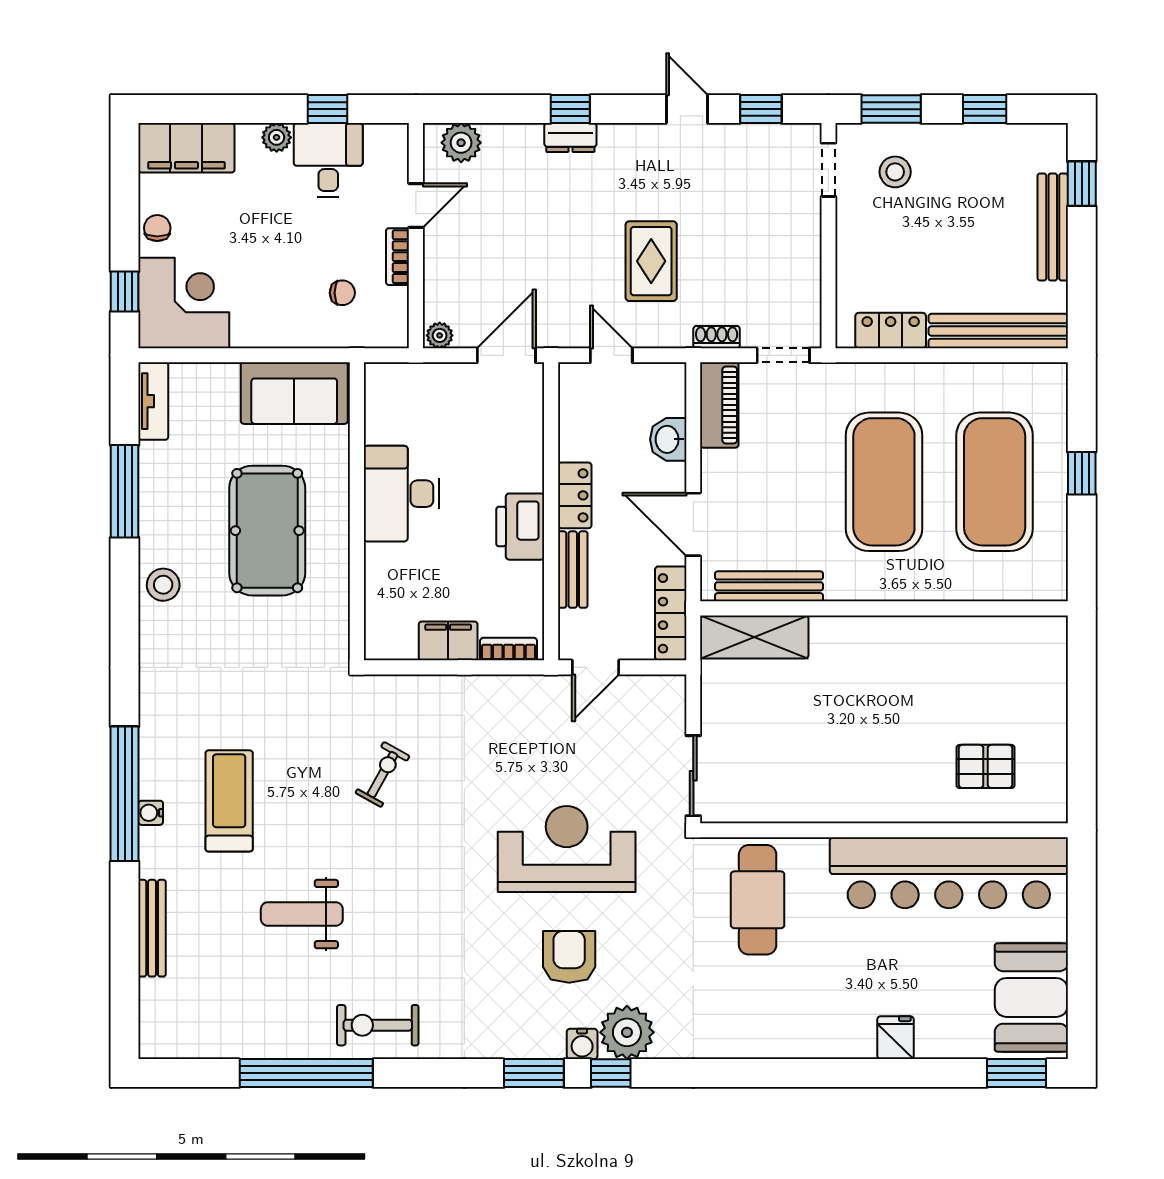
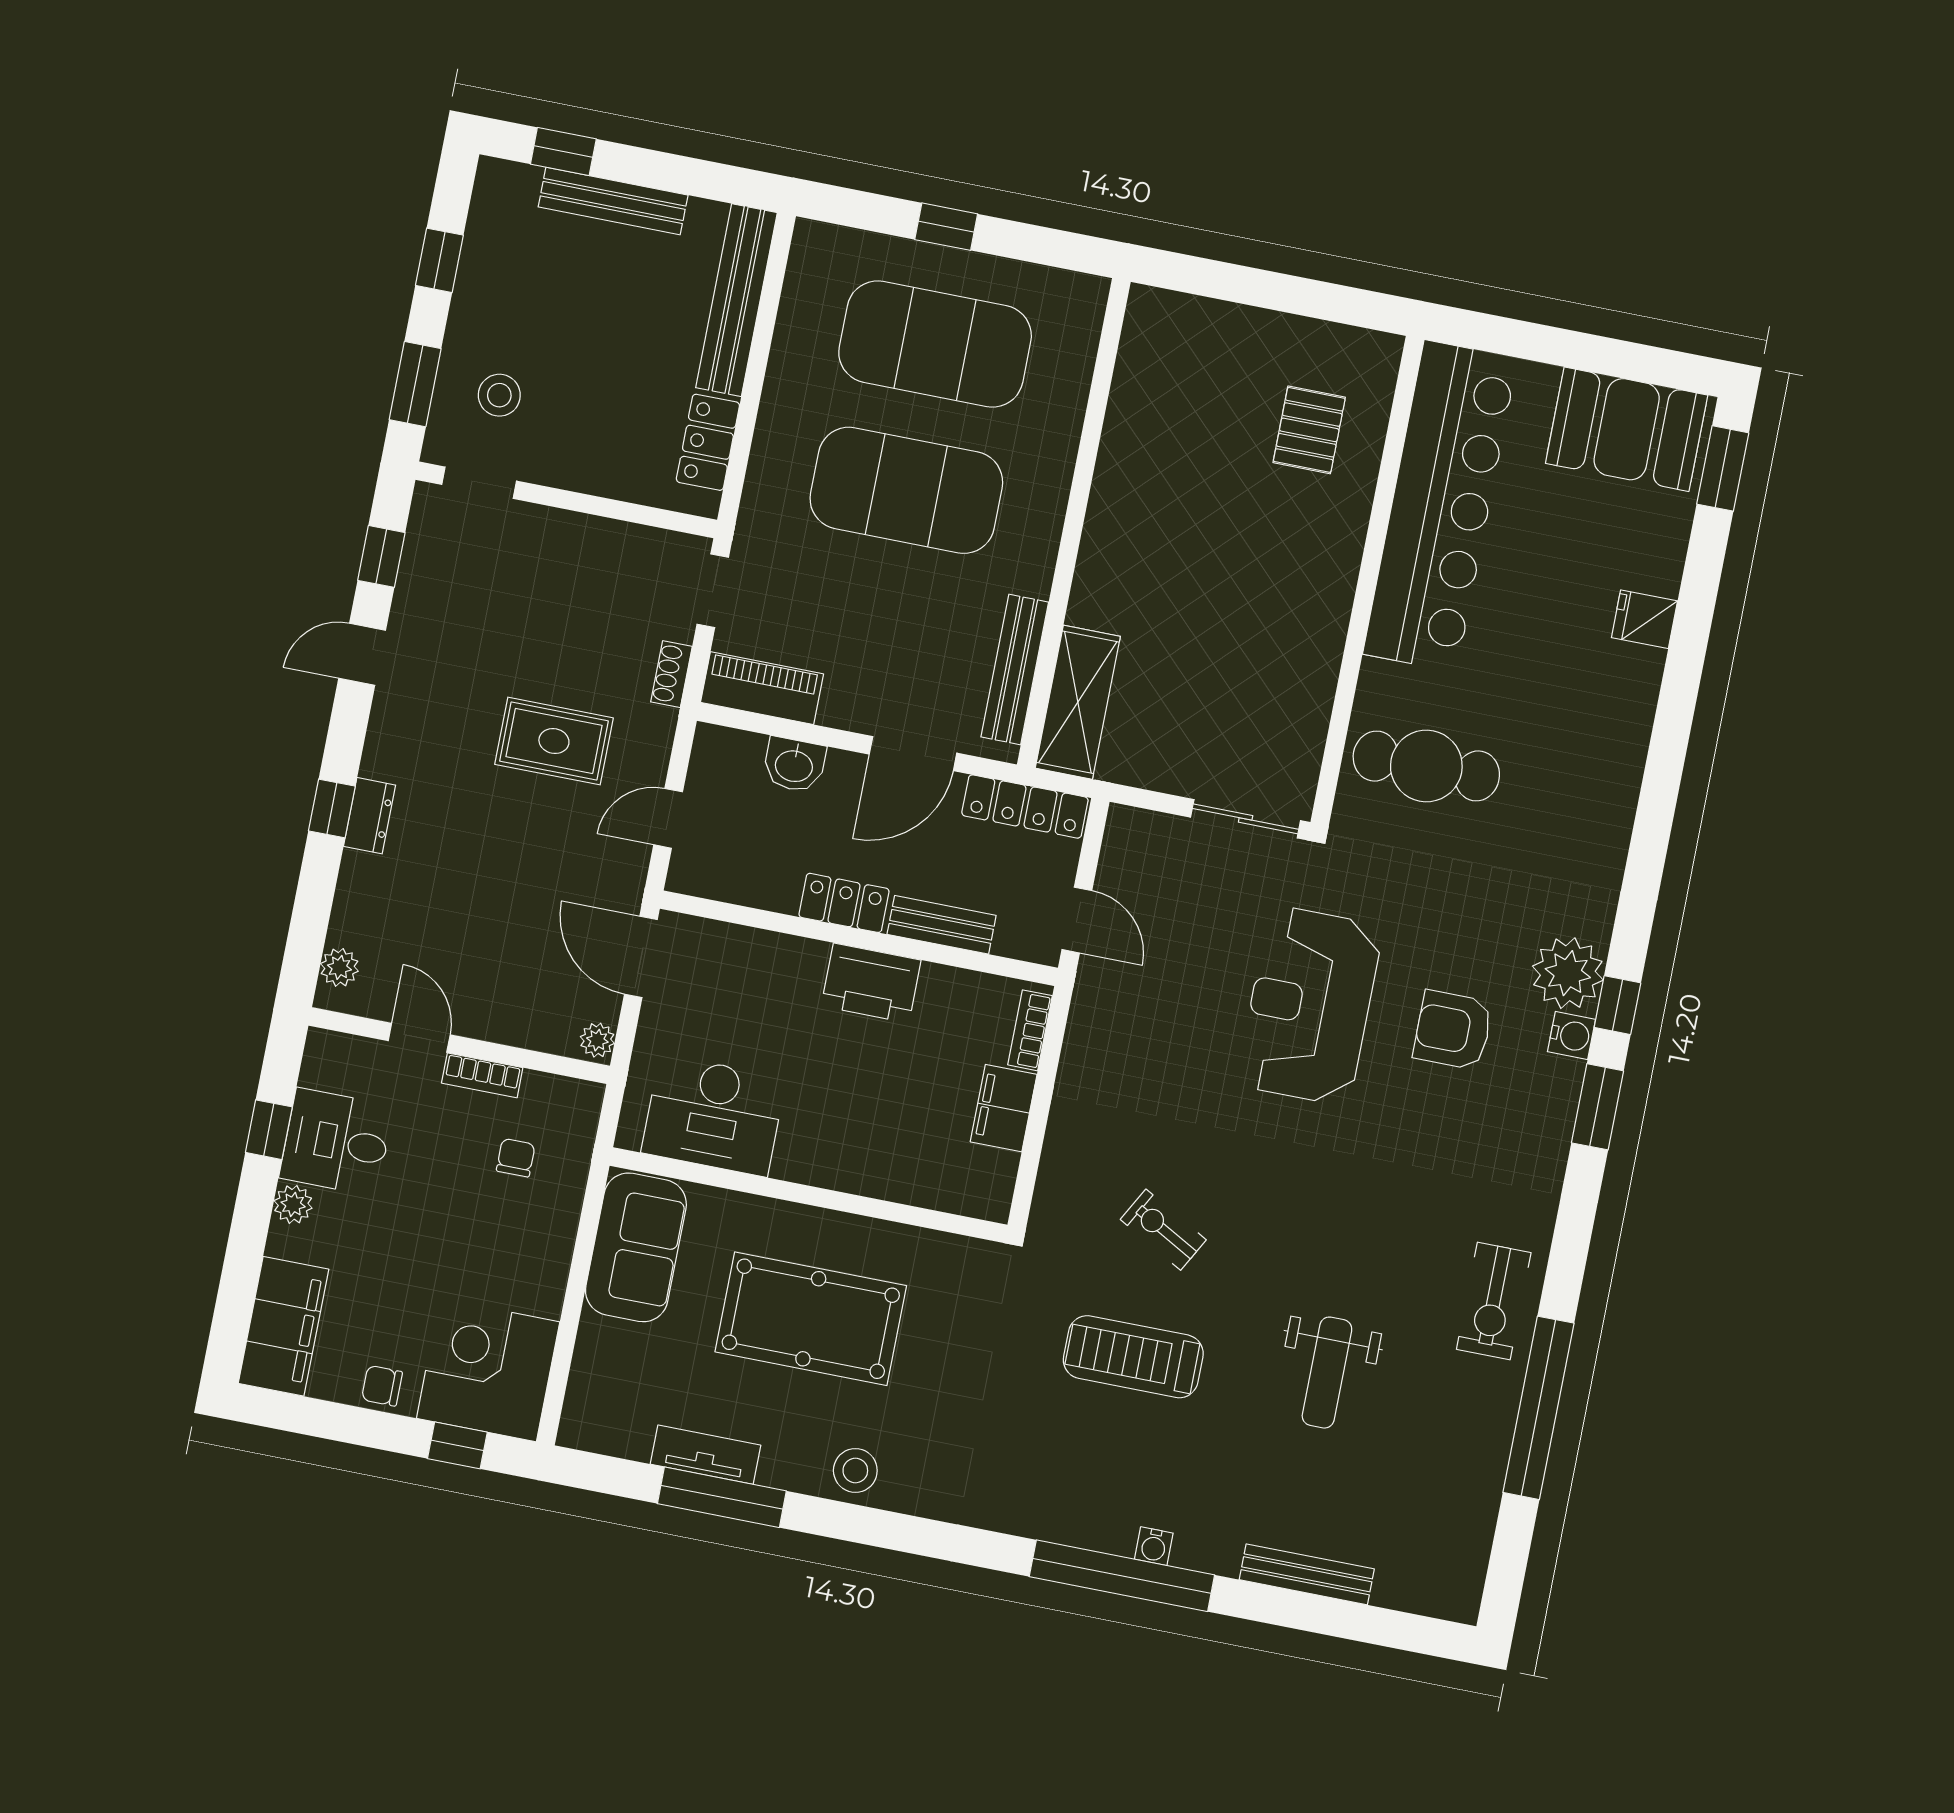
plant: (461, 143) -> (339, 967), width x0.73, depth x0.73
tv unit: (153, 401) -> (706, 1455), moved
desk: (402, 494) -> (714, 1115), moved
treadmill: (229, 801) -> (1133, 1357), moved

